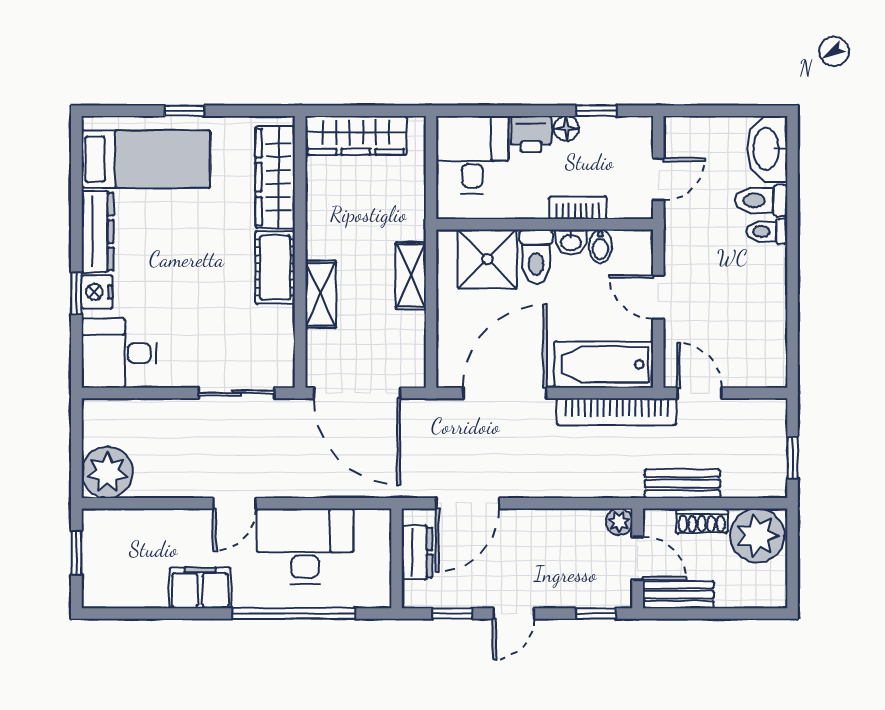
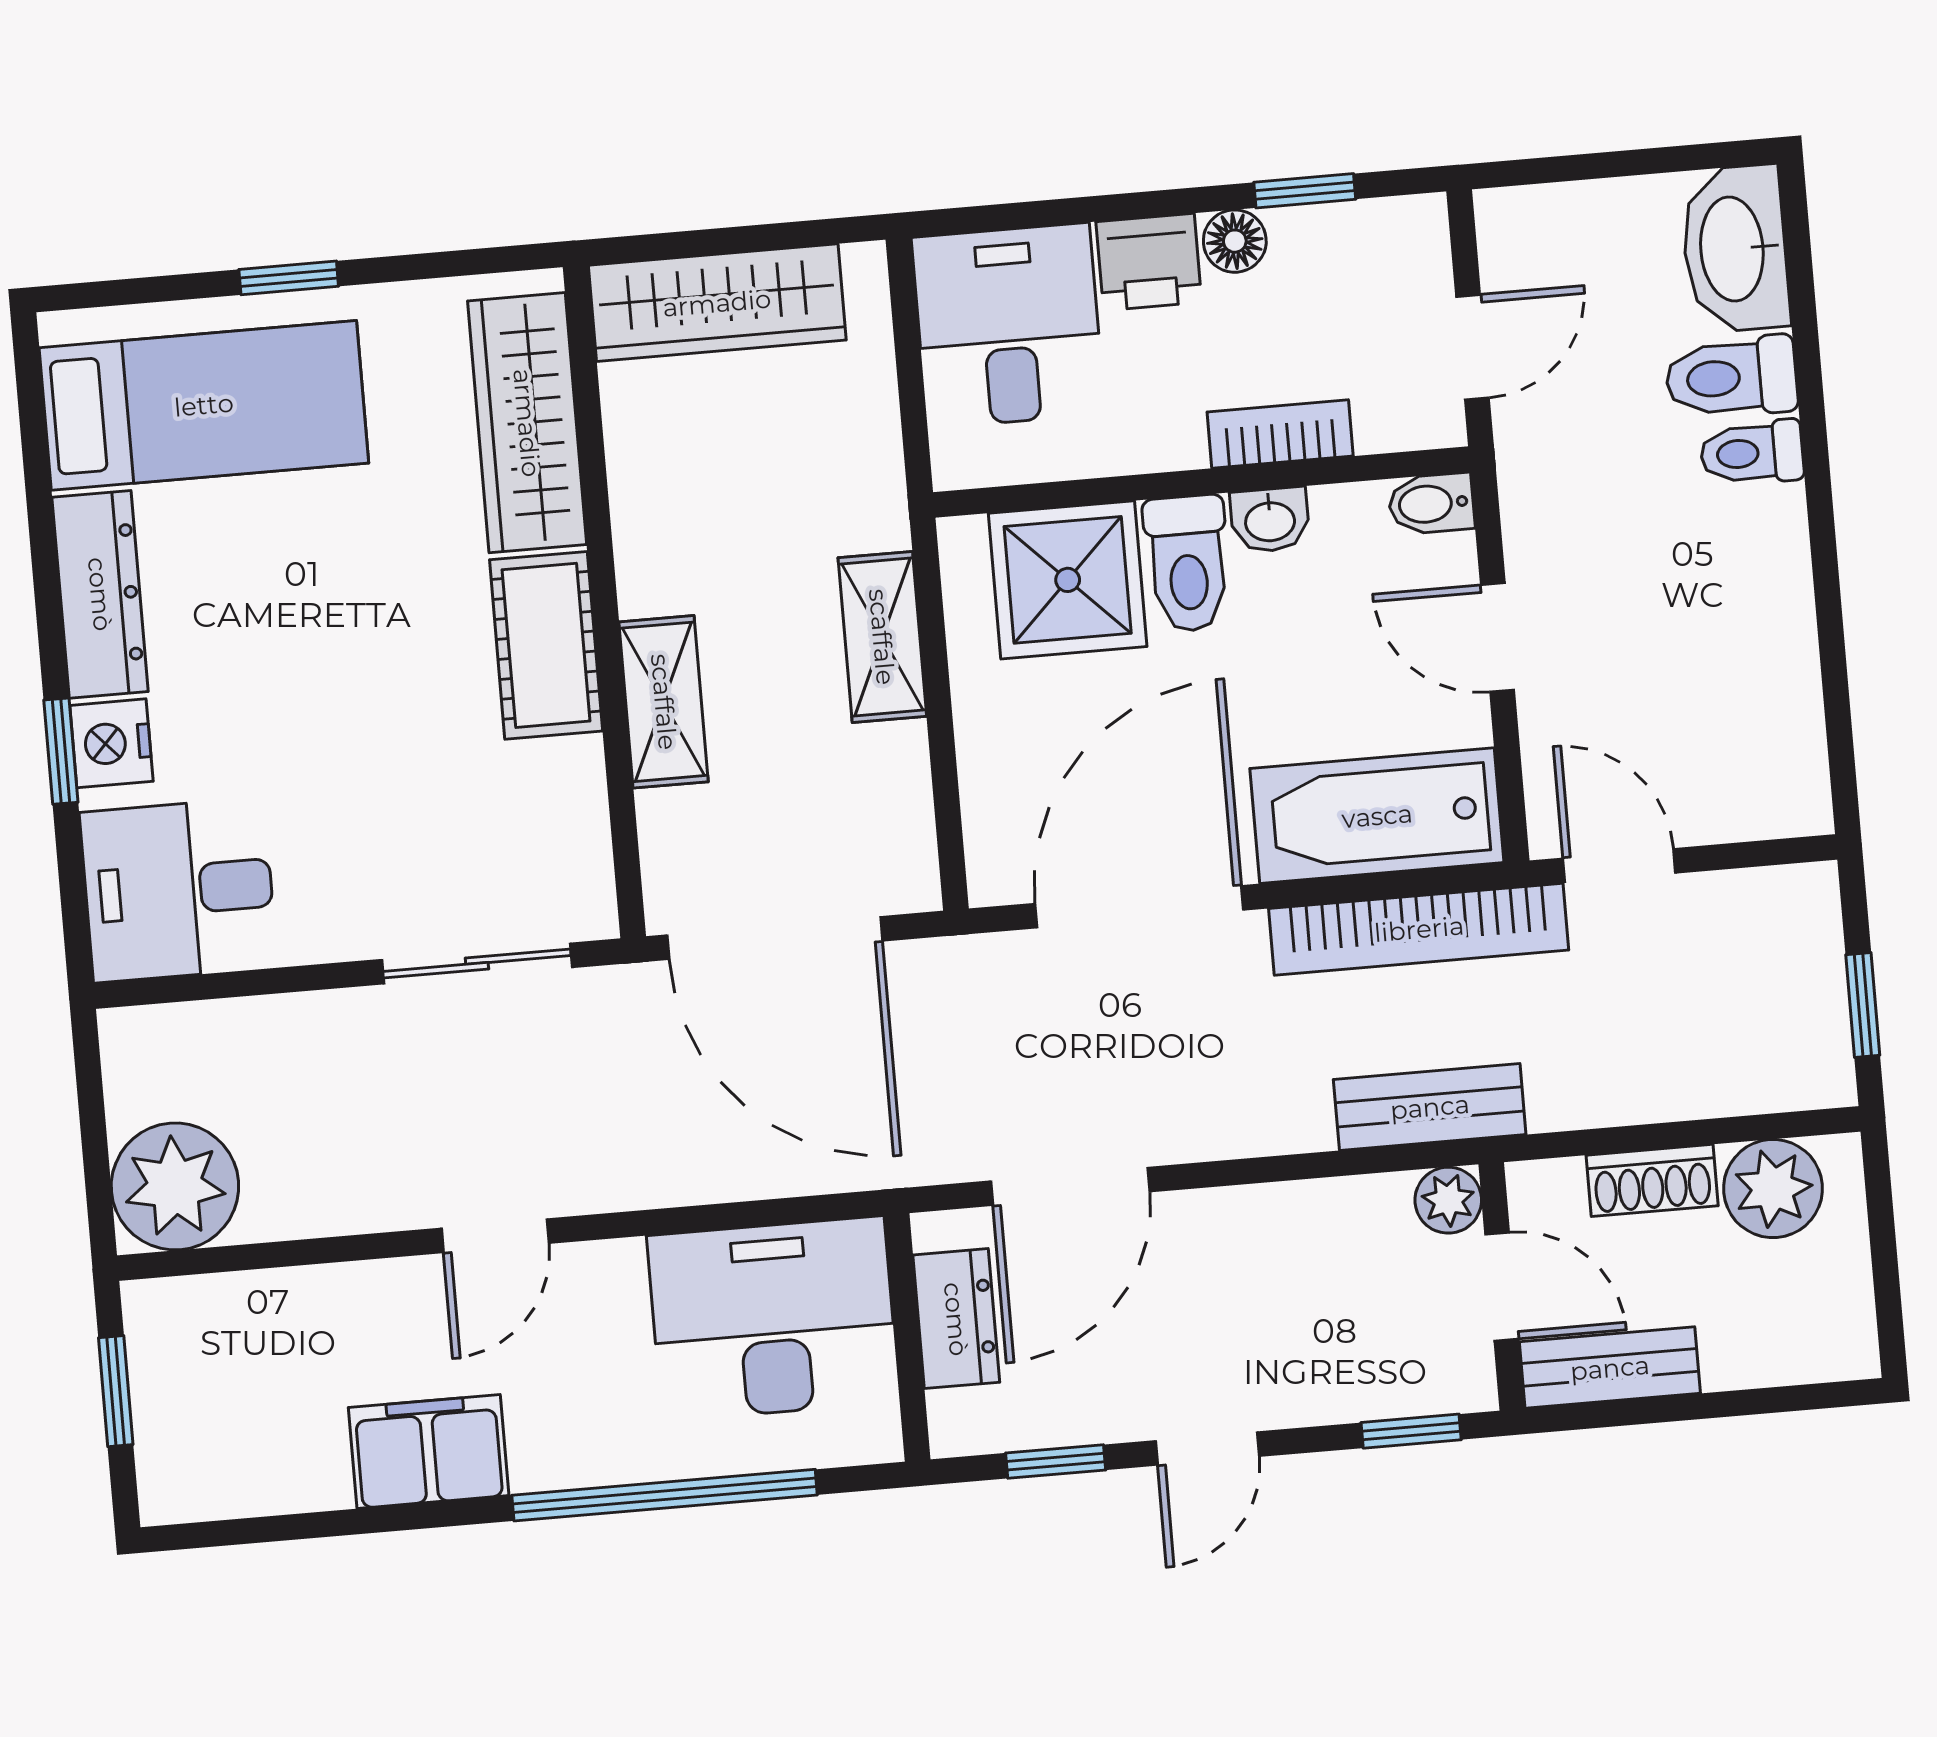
bidet: (600, 246) -> (1431, 504), moved, turned 90
bench: (682, 484) -> (1430, 1107), moved
plant: (757, 536) -> (1773, 1189), width x0.73, depth x0.73
desk: (305, 546) -> (773, 1319), moved

